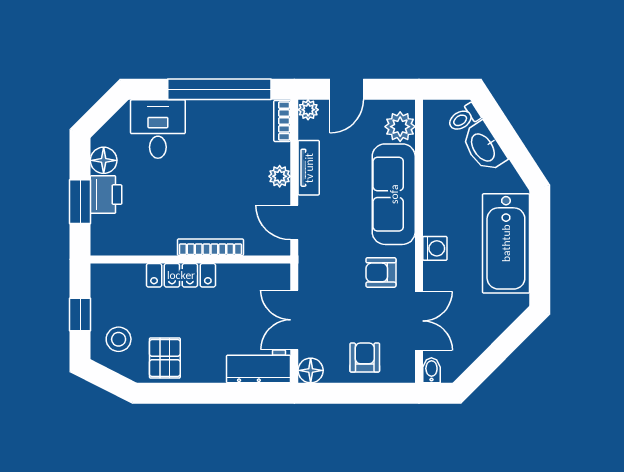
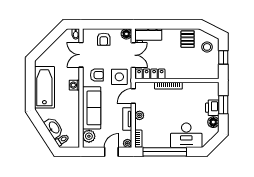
desk: (158, 129) -> (186, 135), width x1.37
door: (294, 222) -> (133, 96), swing flipped
side table: (328, 268) -> (119, 77), added
locker: (181, 275) -> (150, 74), moved

